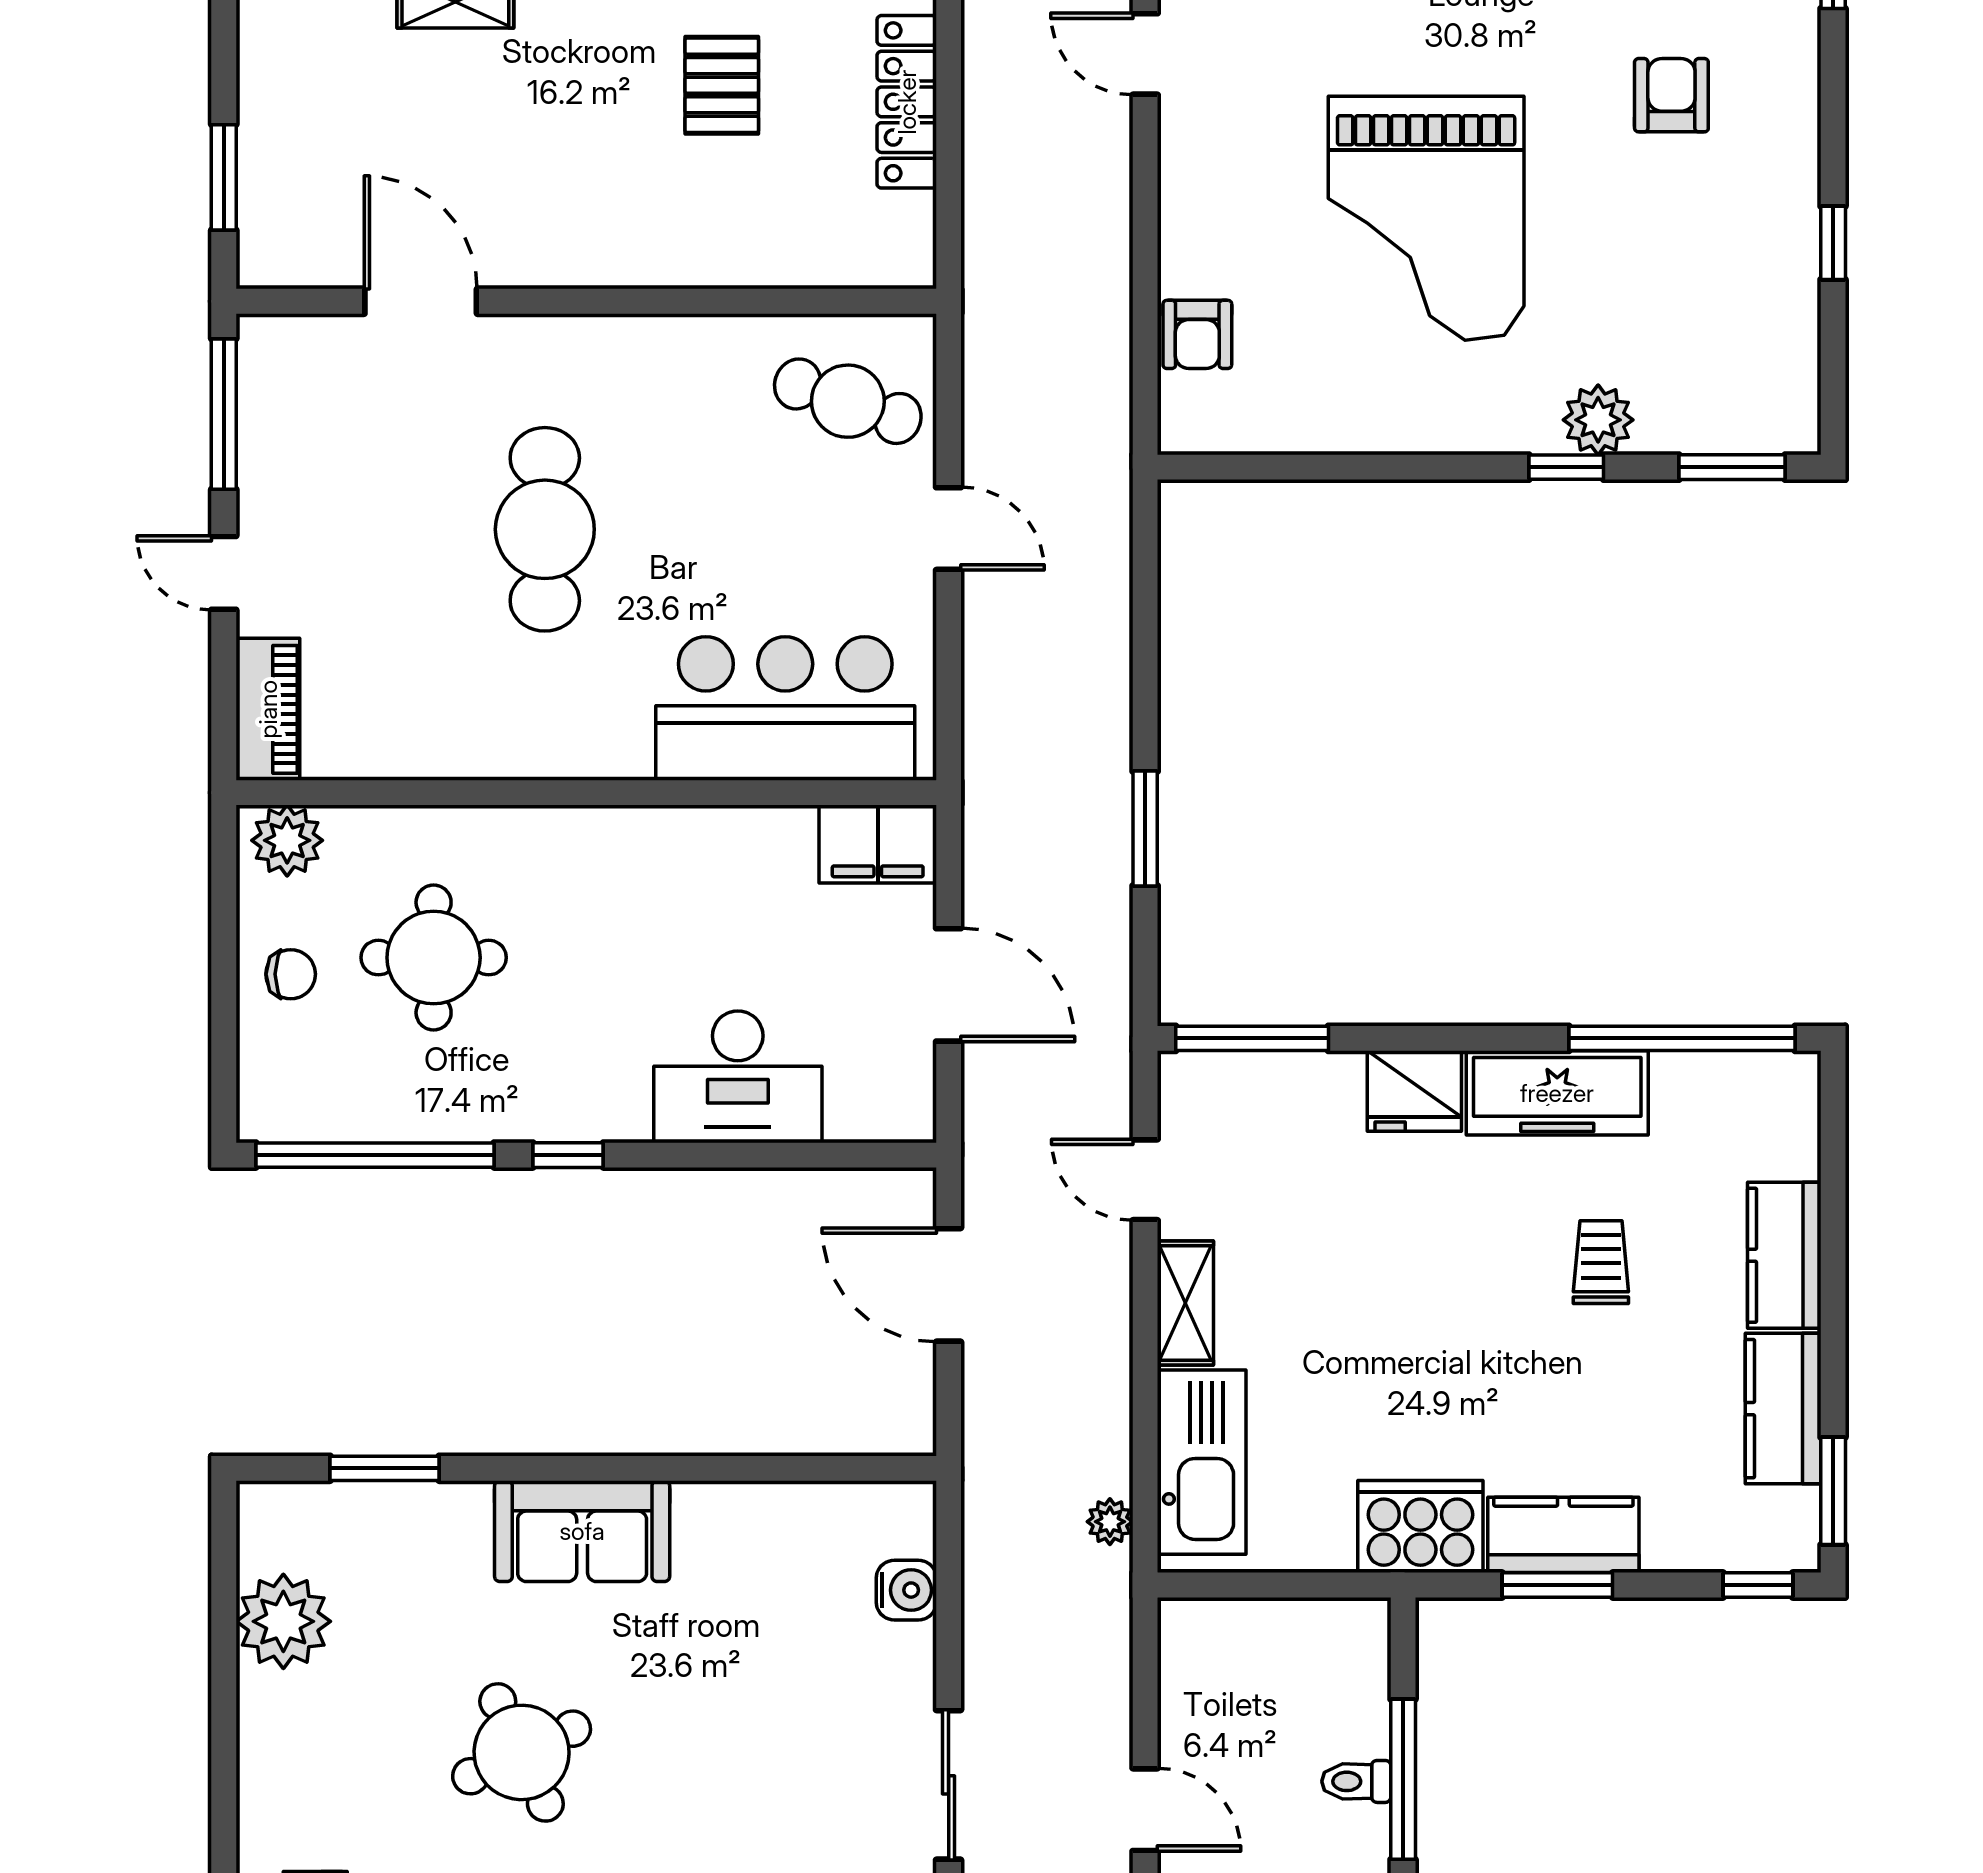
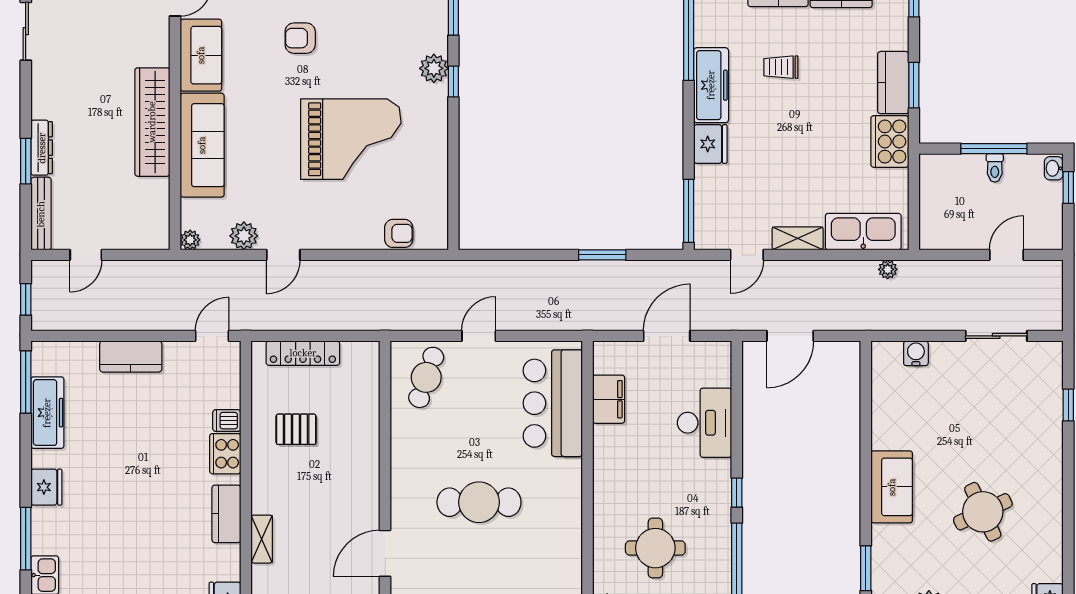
filing cabinet: (878, 844) -> (609, 399), moved

